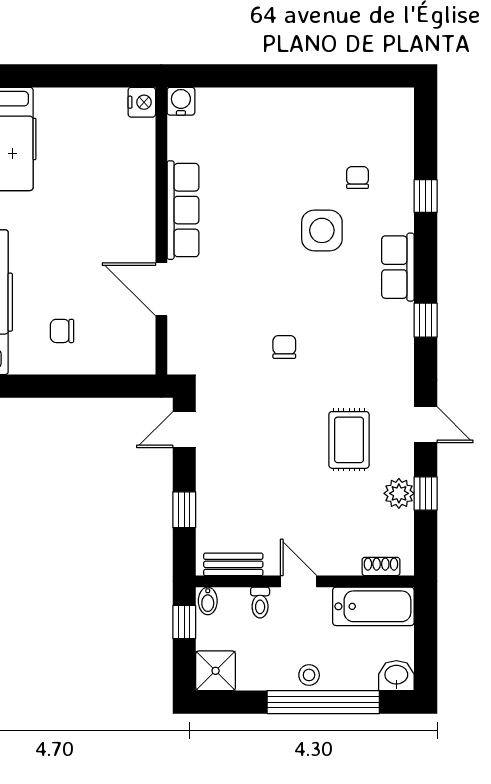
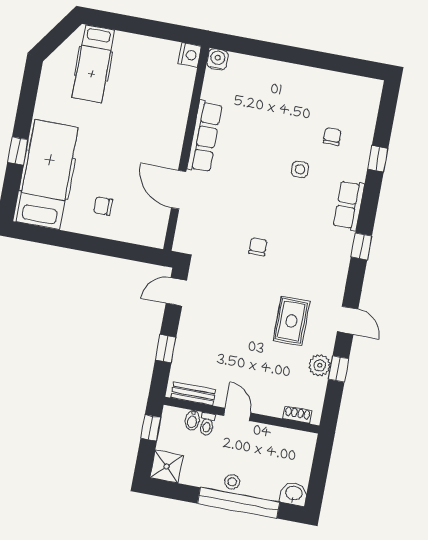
side table: (322, 230) -> (300, 169), width x0.54, depth x0.54
bidet: (208, 601) -> (192, 420), moved
bathtub: (373, 606) -> (287, 442), removed

